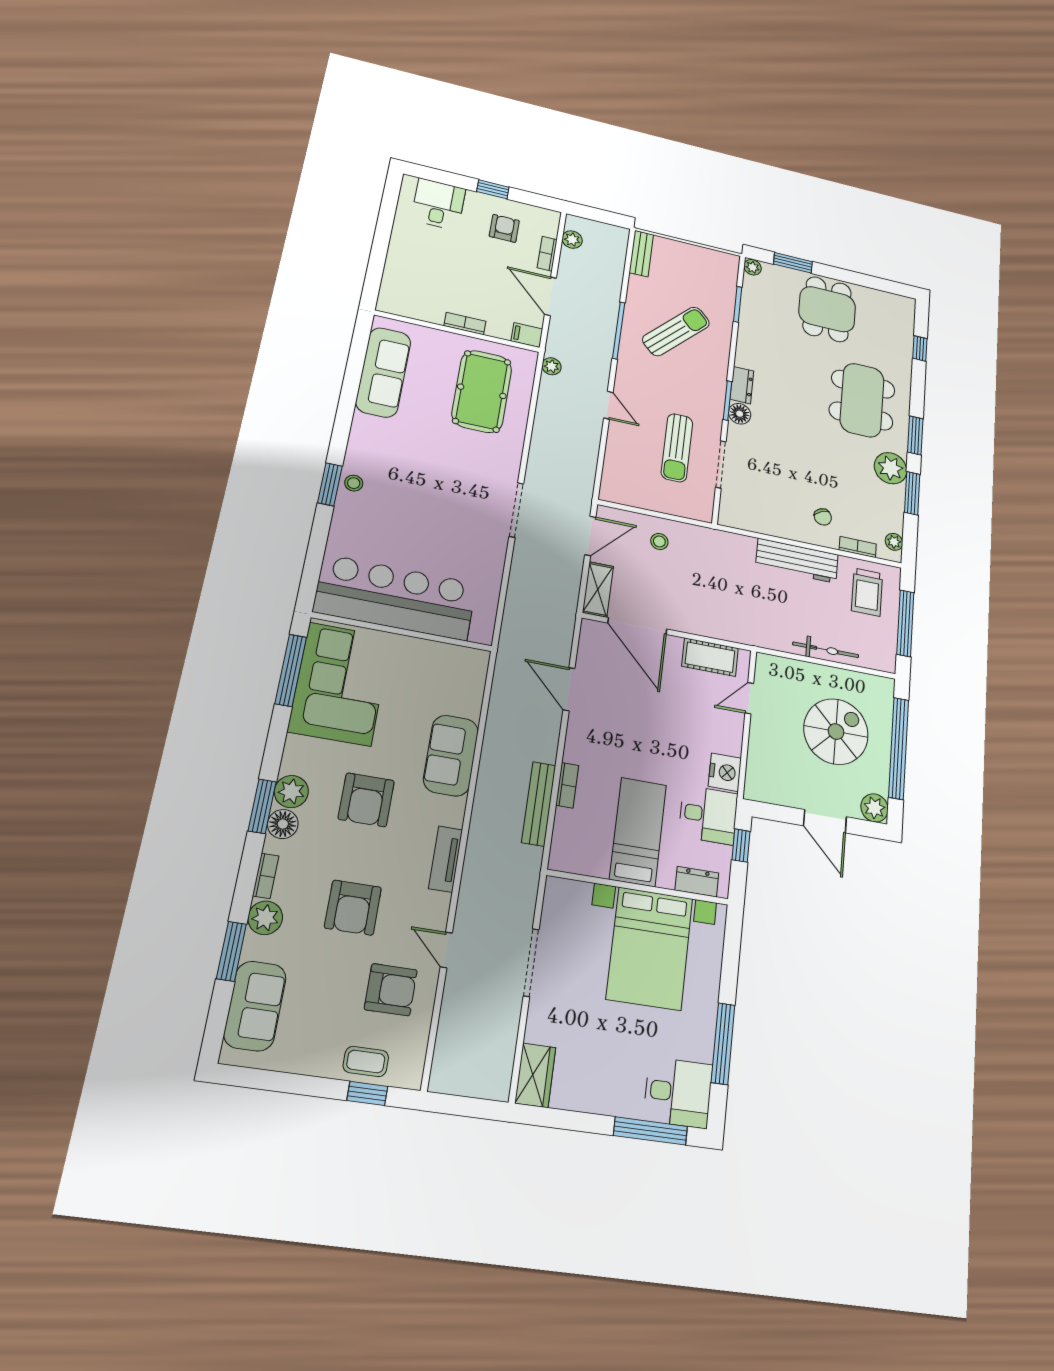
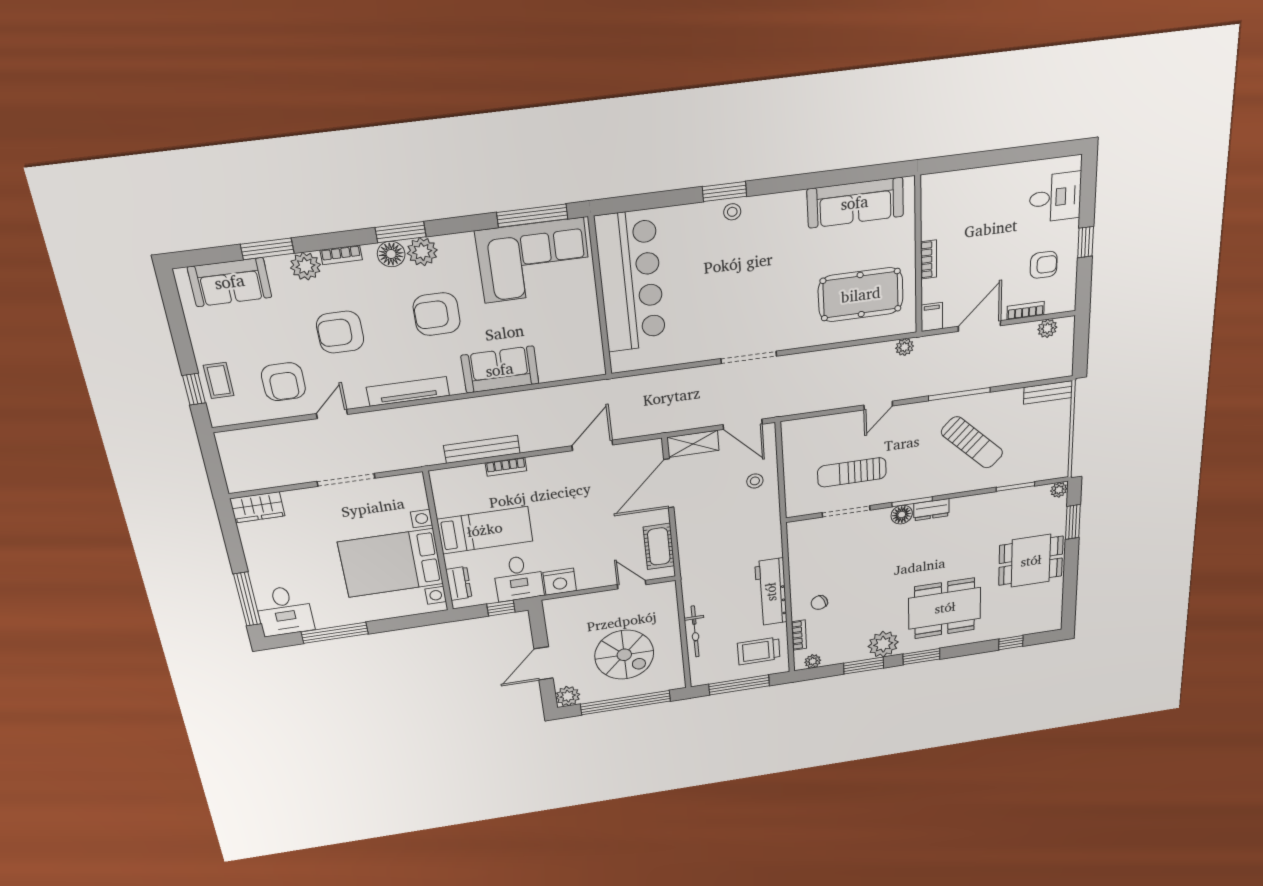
tv unit: (446, 859) -> (408, 391), width x1.41

